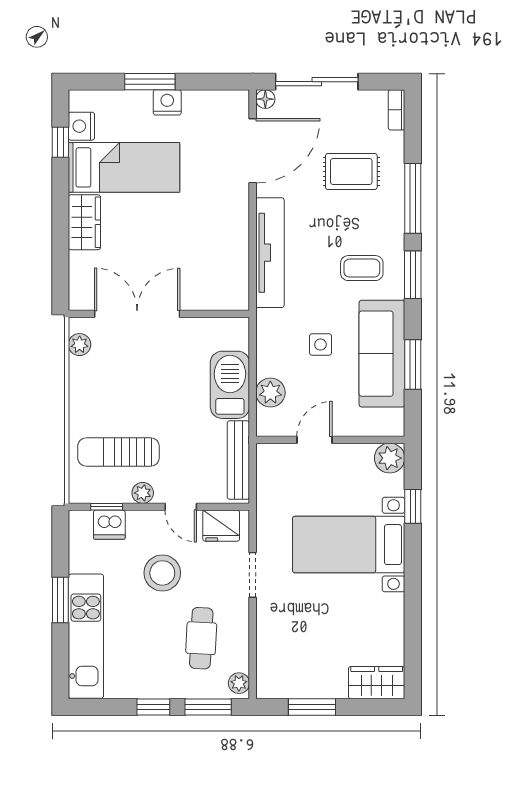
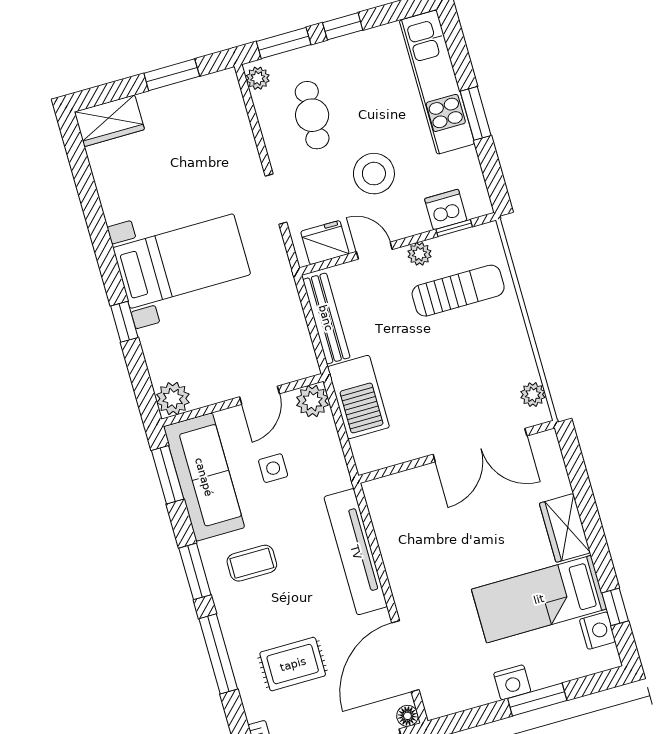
door: (314, 440) -> (259, 395), moved
wall: (330, 440) -> (242, 400), moved
plant: (390, 458) -> (173, 399), moved

